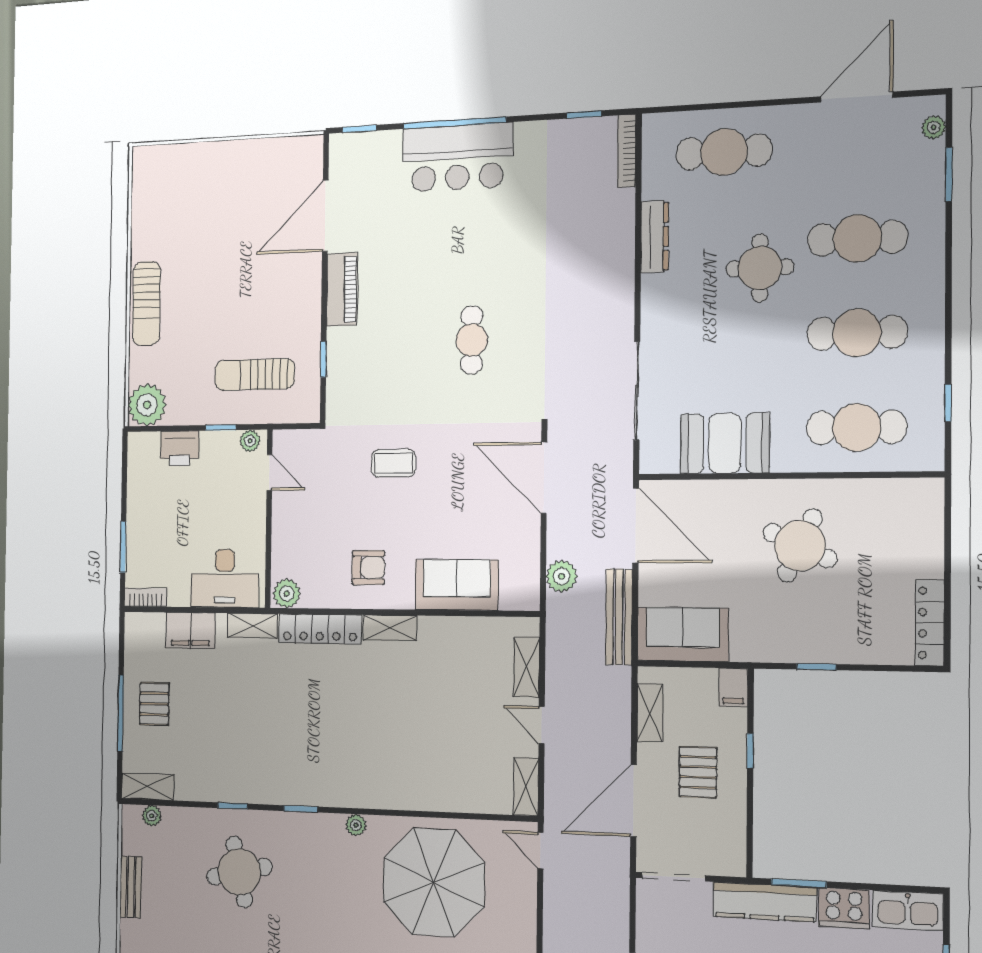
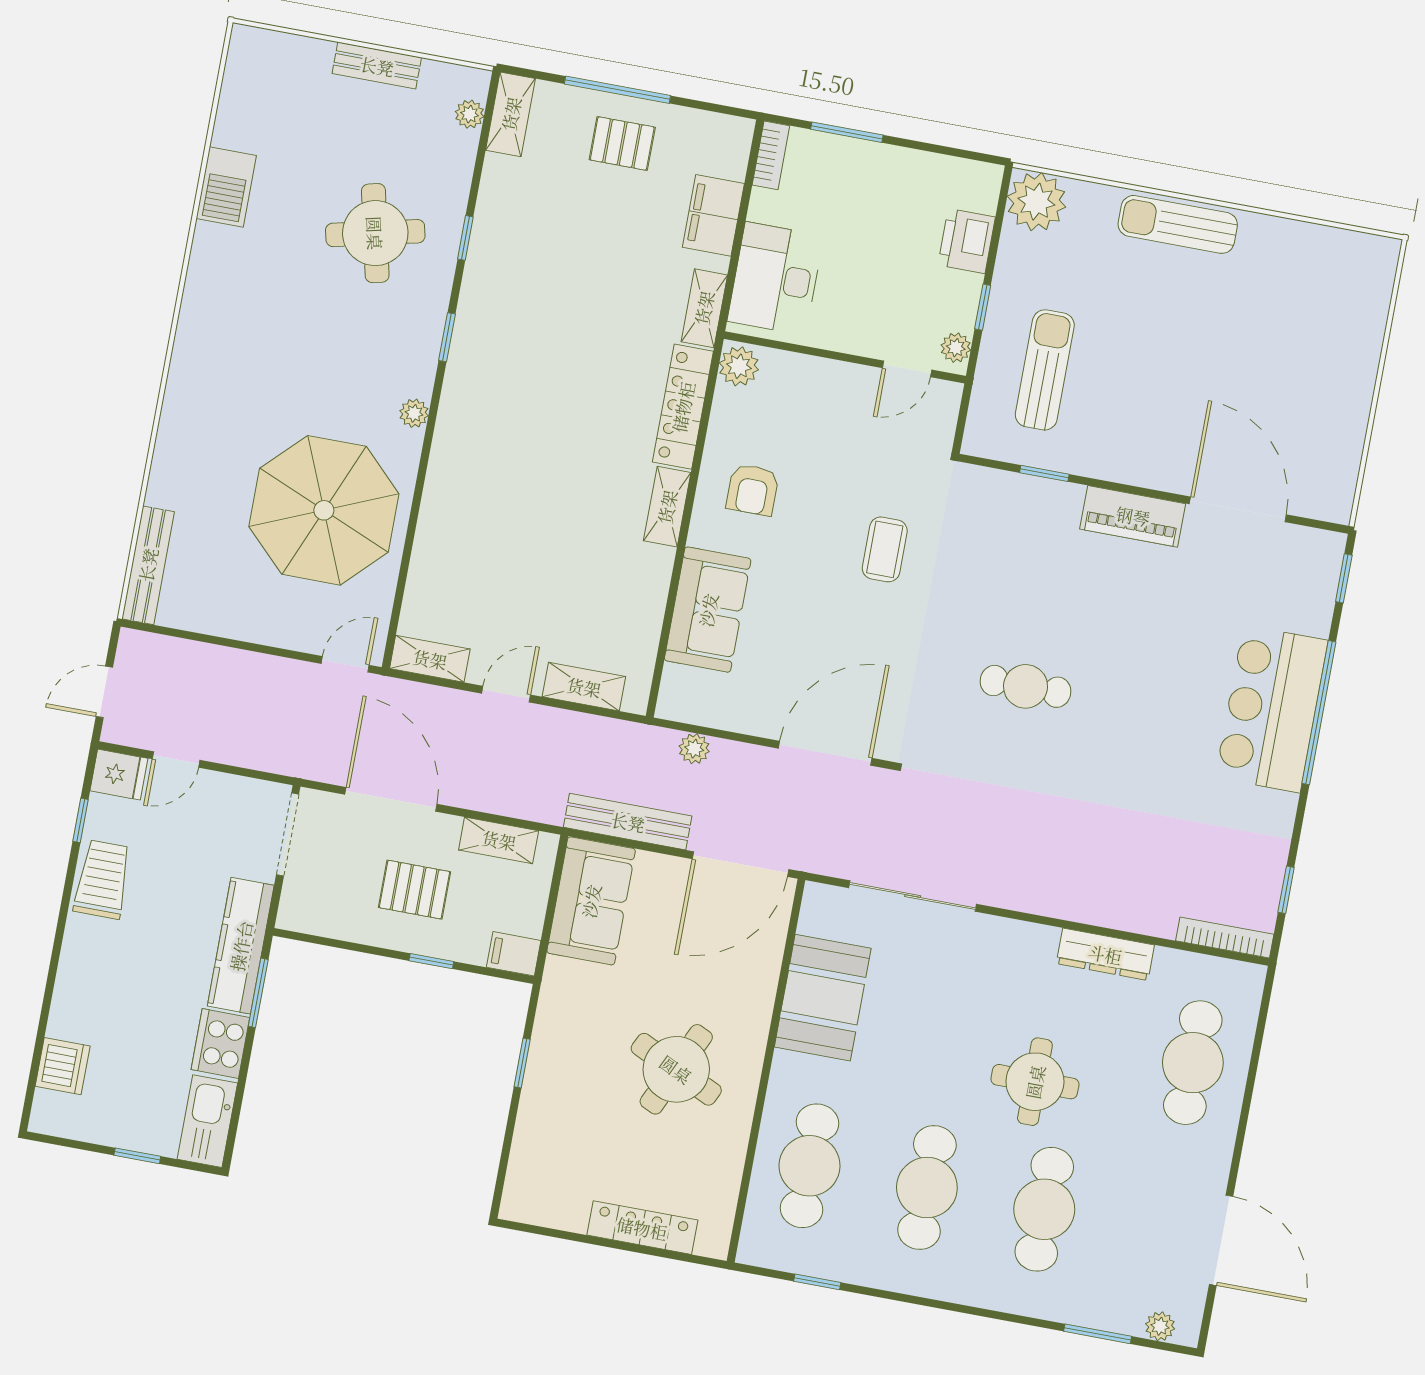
plant: (562, 576) -> (694, 749), width x0.73, depth x0.73
locker: (930, 623) -> (642, 1228), moved

